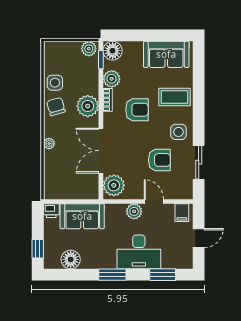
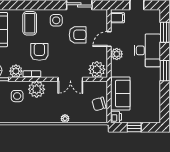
side table: (55, 83) -> (17, 96), moved
chair: (56, 107) -> (99, 104), moved
double door: (101, 151) -> (70, 79), width x0.73
armchair: (159, 160) -> (78, 35), turned 90
window: (38, 249) -> (134, 127), moved
floor lamp: (71, 259) -> (153, 102), removed

